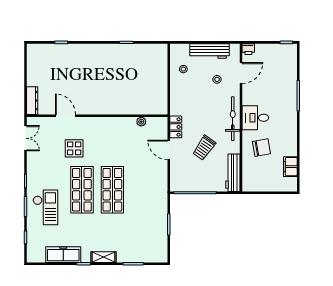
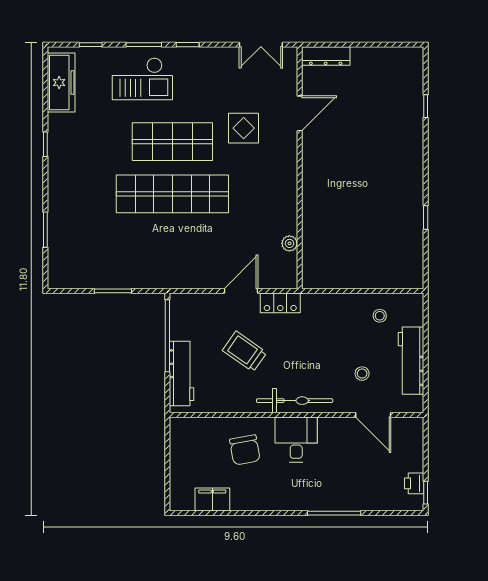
printer: (248, 49) -> (414, 483), moved
workbench: (233, 173) -> (182, 373), moved, turned 90
shop shelf: (112, 190) -> (172, 194), width x1.40
freezer: (63, 255) -> (61, 83), moved
shelving: (104, 257) -> (57, 179), removed

